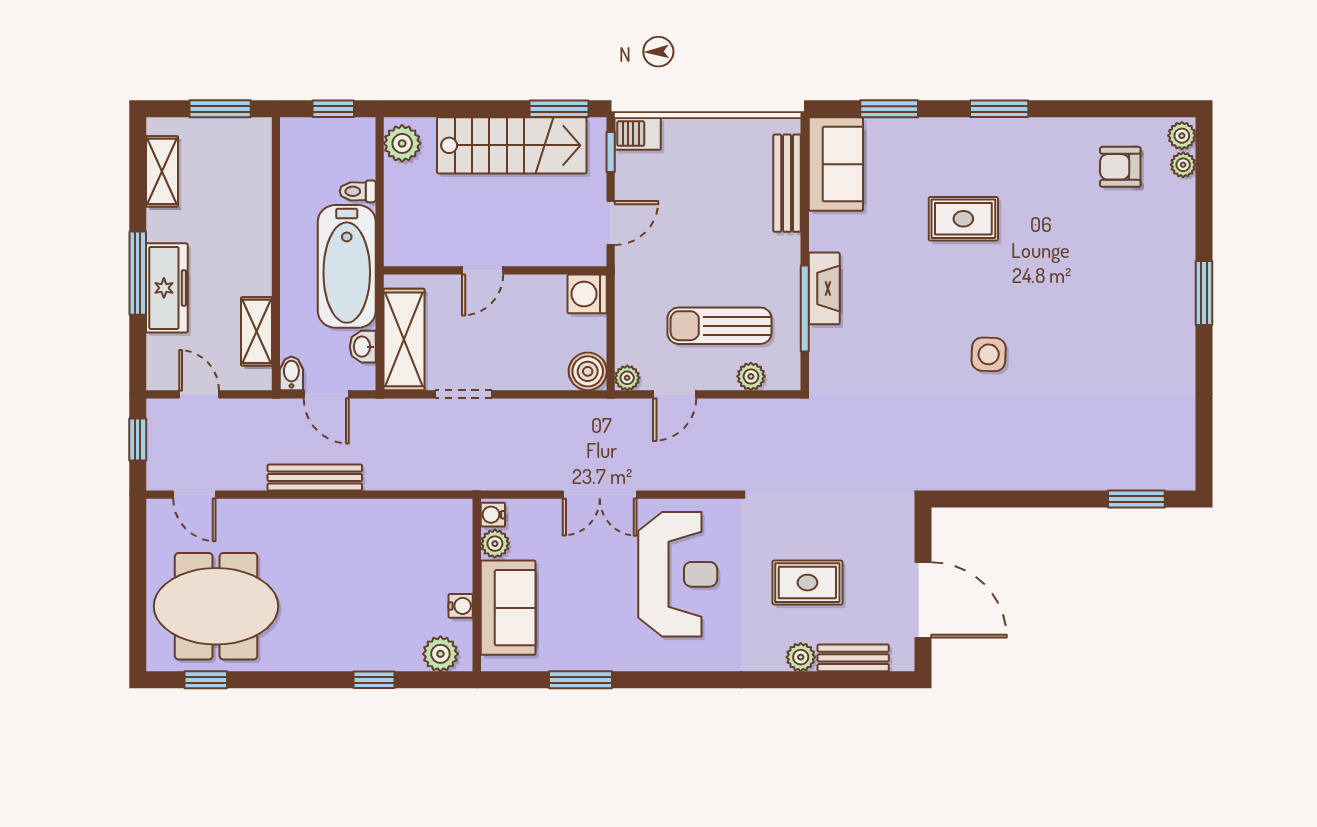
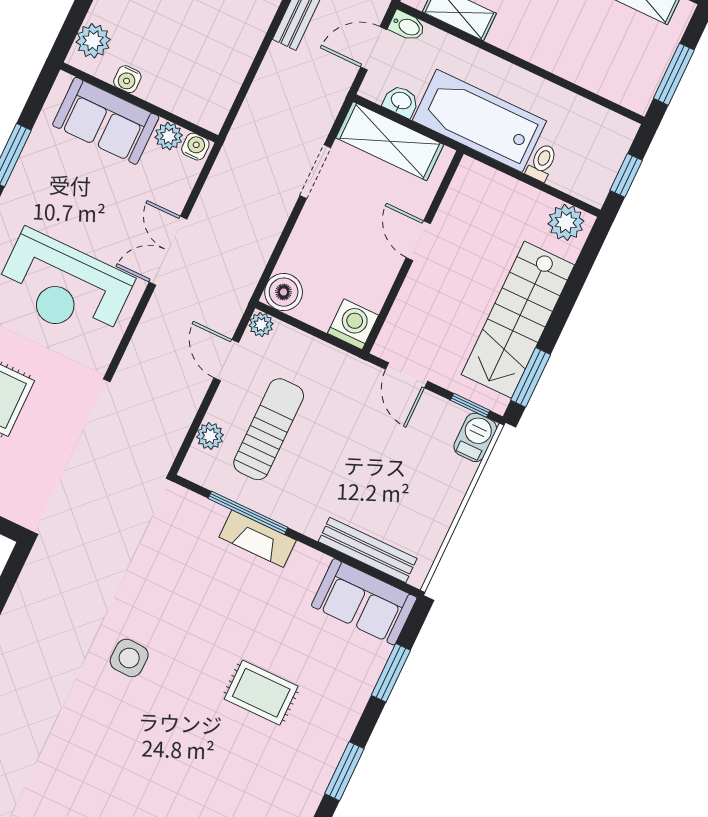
rug: (963, 219) -> (261, 693), turned 90

